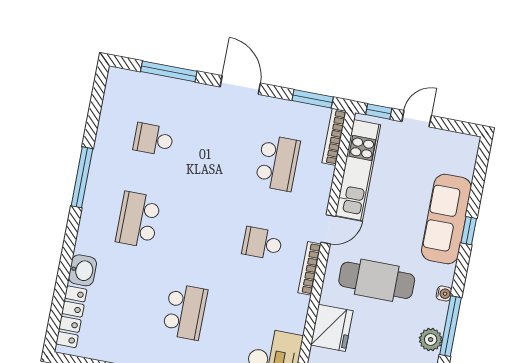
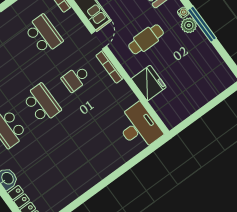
cafe table: (377, 280) -> (146, 39), width x0.73, depth x0.74
school desk: (185, 312) -> (42, 103), moved
plant: (431, 340) -> (189, 25), moved

